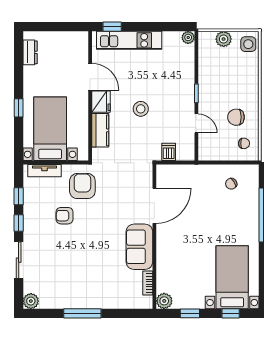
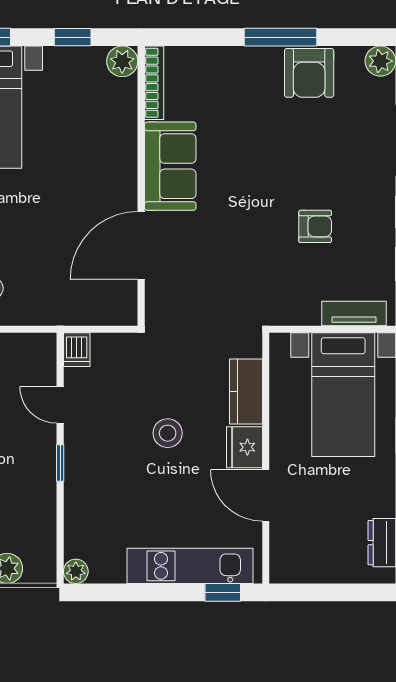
dishwasher: (169, 152) -> (77, 350), moved
armchair: (82, 186) -> (309, 73), moved
bookcase: (148, 283) -> (154, 83), width x1.56

